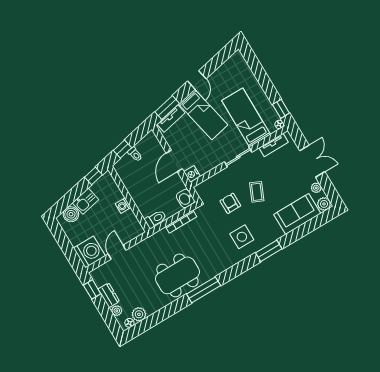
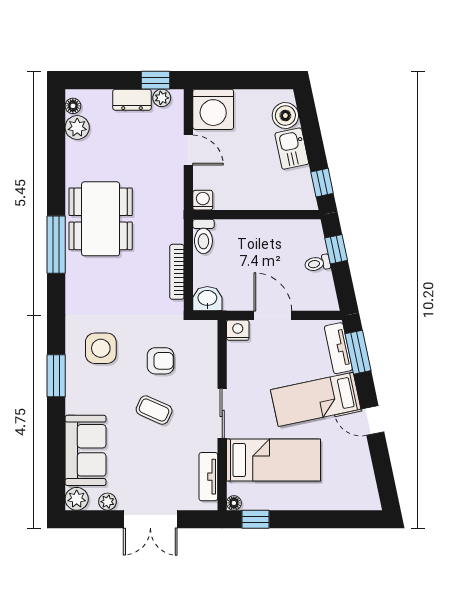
washing machine: (123, 206) -> (203, 200), moved
plant: (117, 311) -> (162, 98), moved

